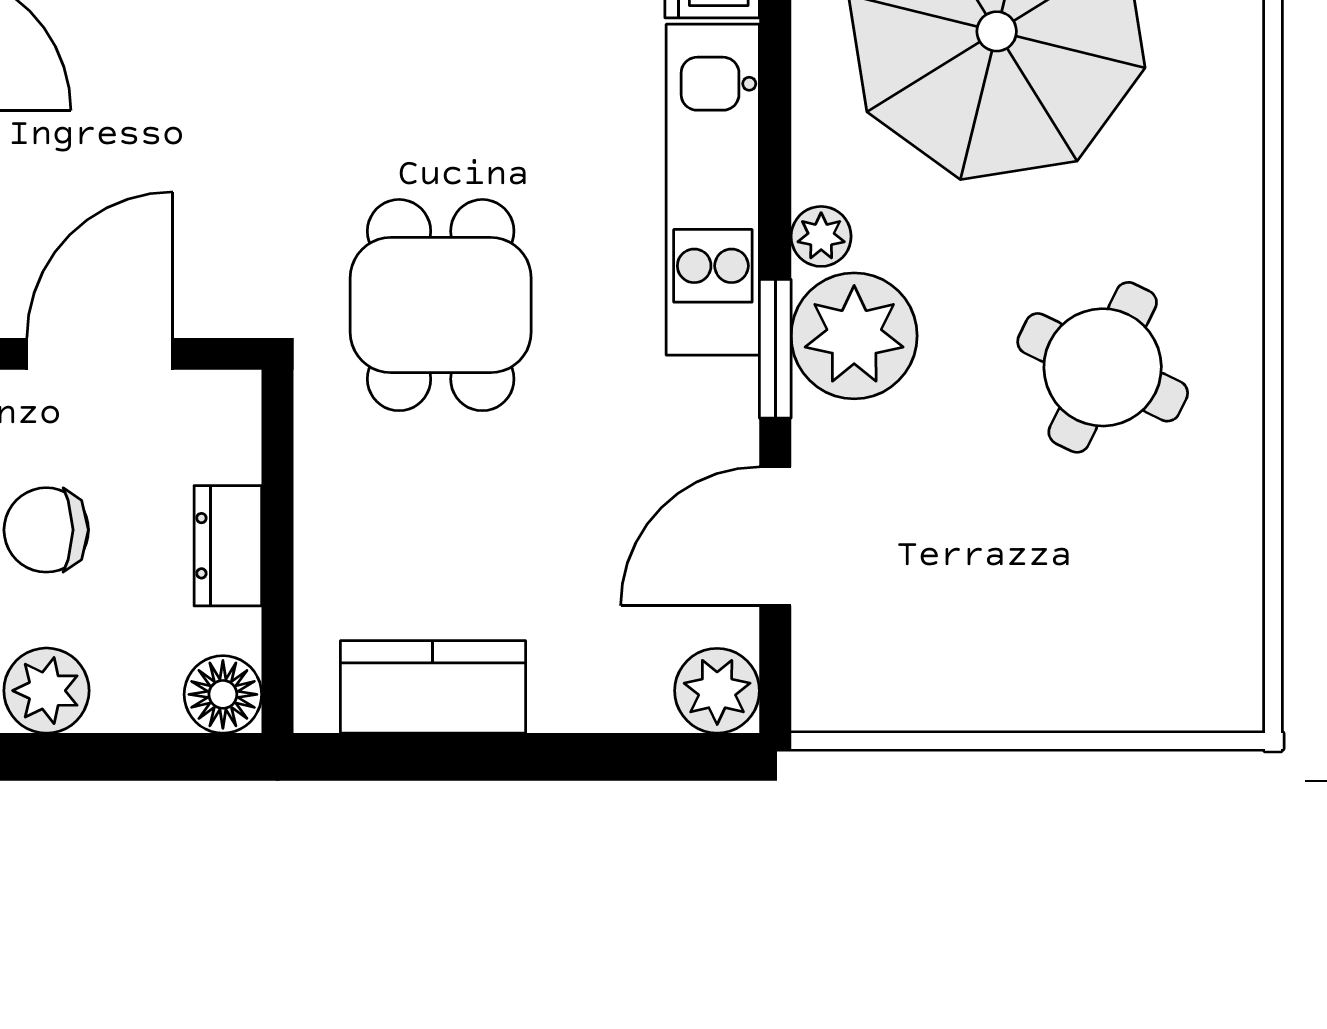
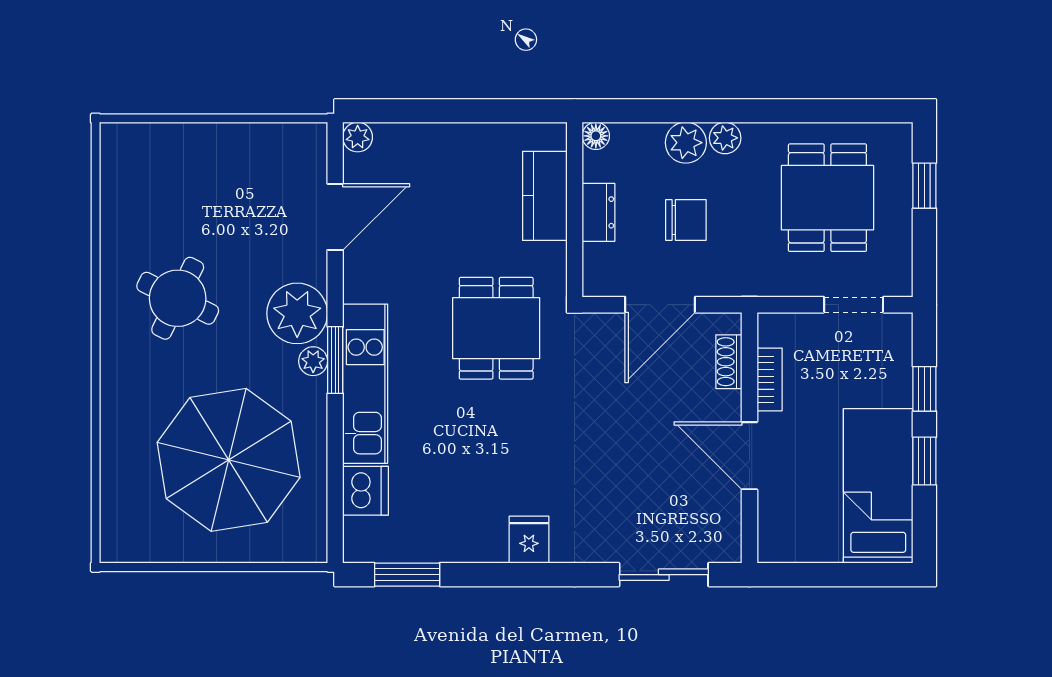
window: (775, 349) -> (335, 360), moved
kitchen counter: (433, 687) -> (545, 196), moved, turned 90
plant: (717, 691) -> (358, 137), width x0.73, depth x0.73
floor lamp: (223, 694) -> (596, 136), width x0.73, depth x0.73

